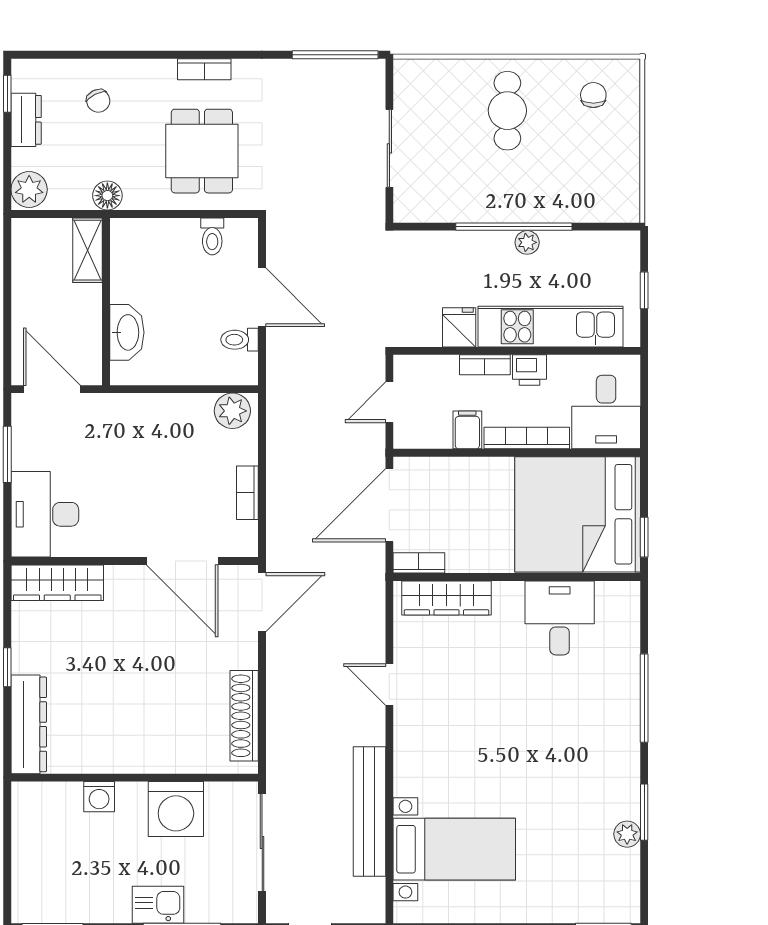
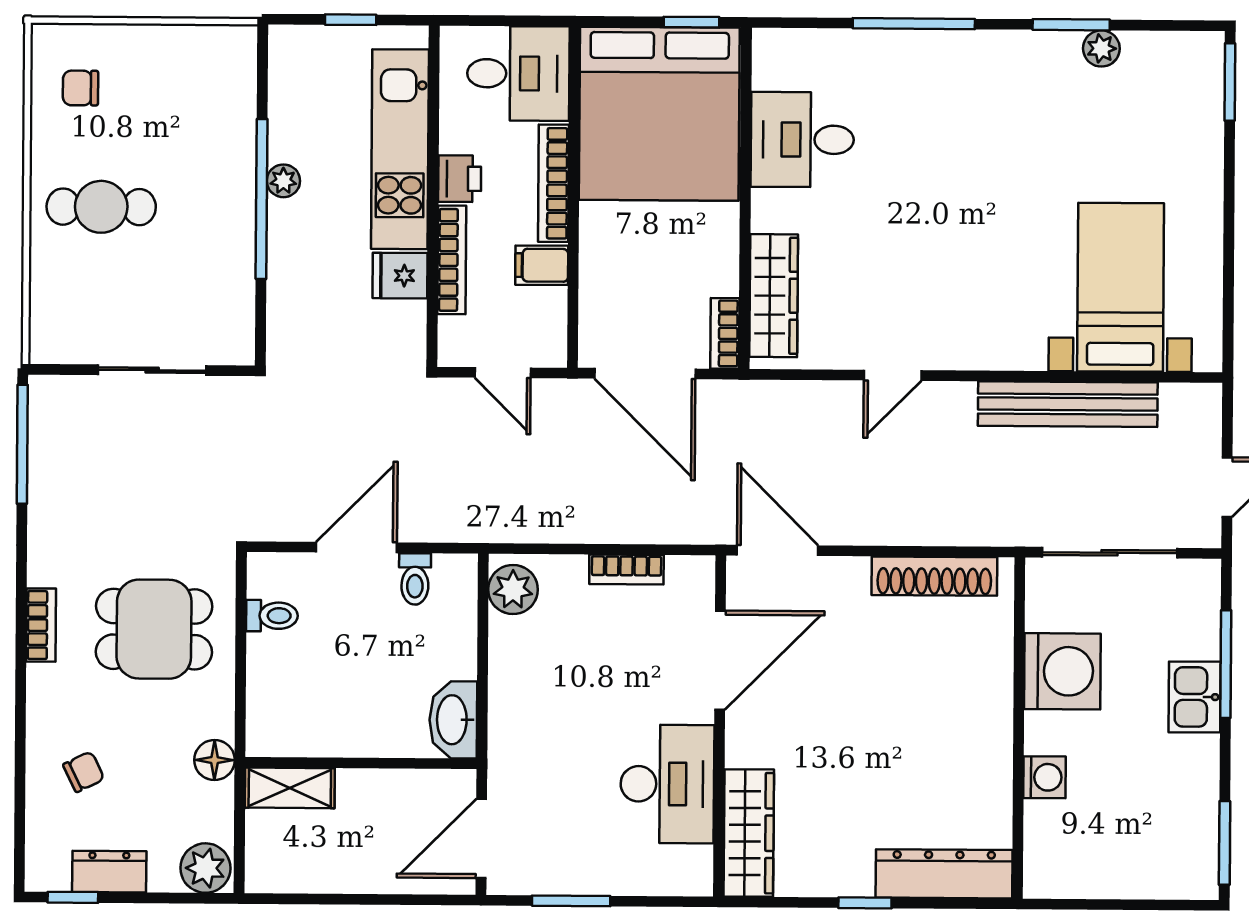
washbasin: (127, 332) -> (453, 720), moved, turned -90
bookcase: (485, 365) -> (452, 260), width x1.56
desk: (45, 514) -> (667, 784), moved, turned -90

